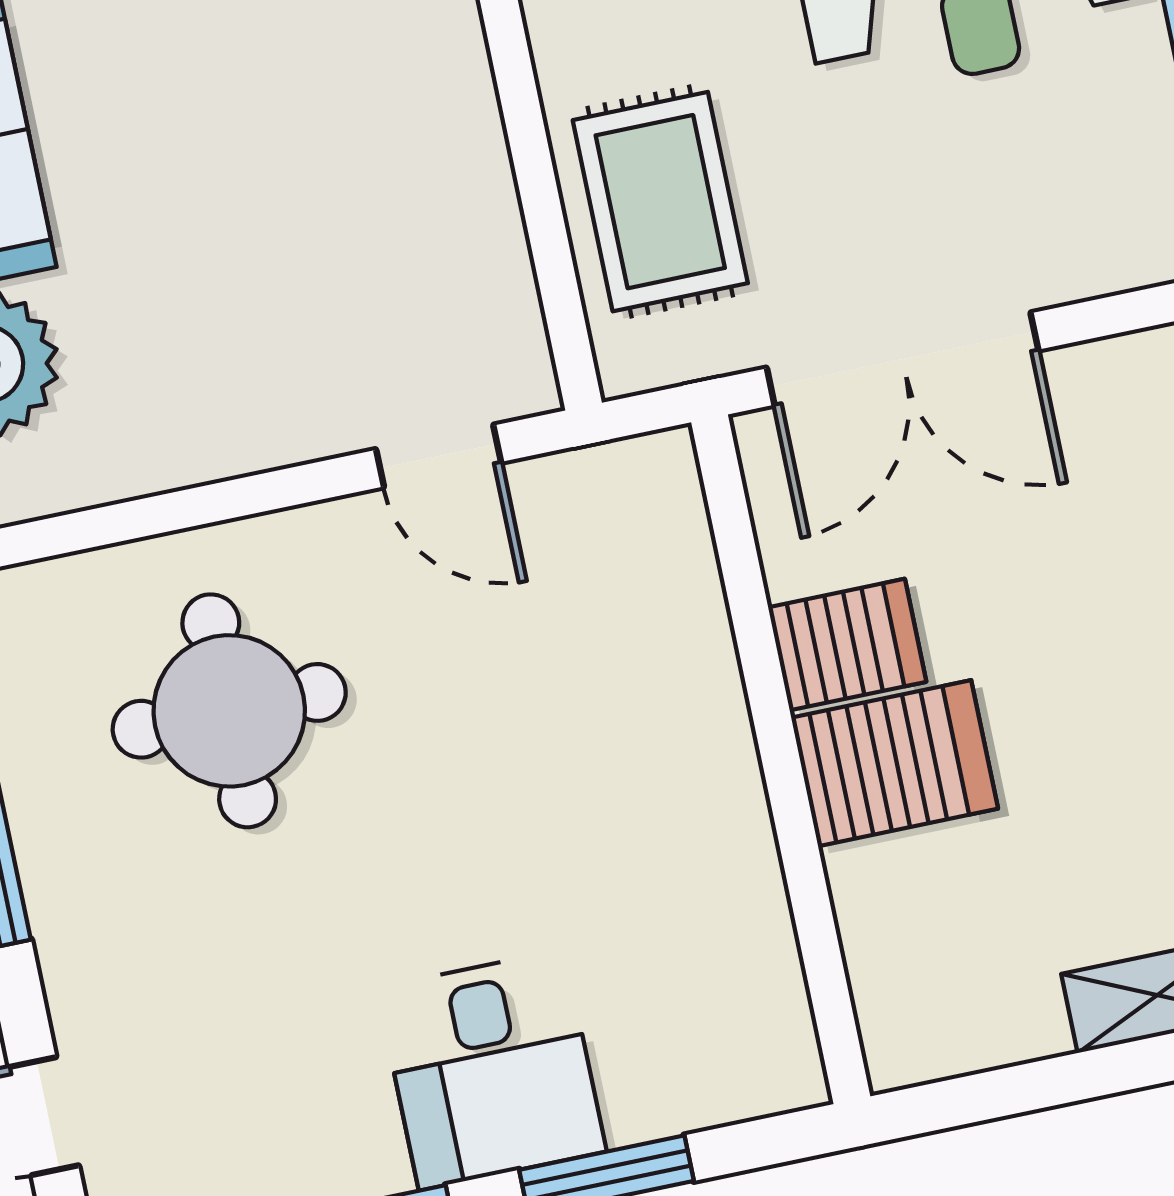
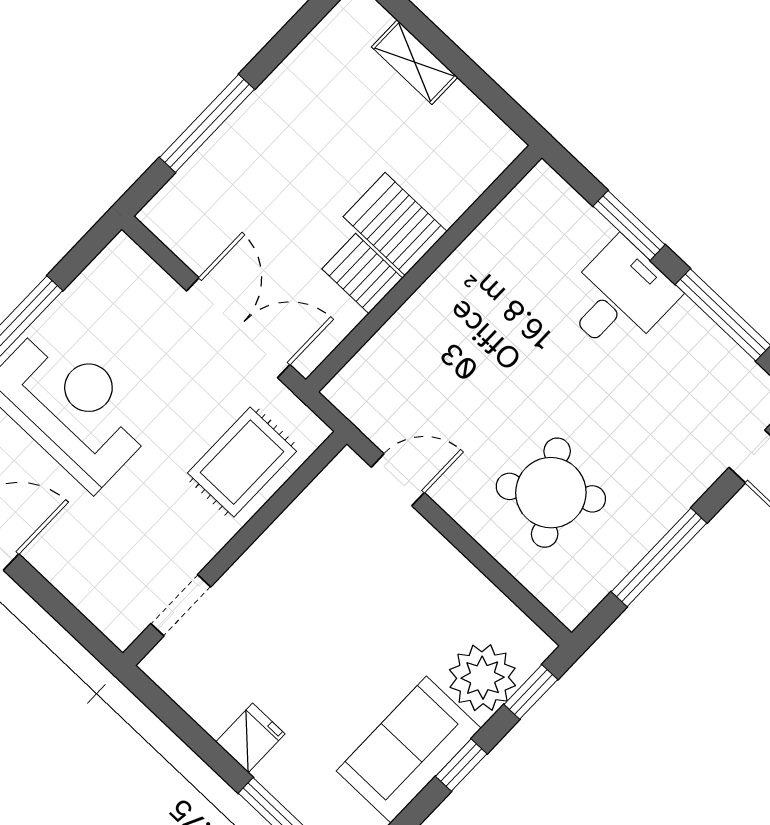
door: (439, 456) -> (398, 480), hinge flipped
round table: (229, 711) -> (551, 493), turned -35

